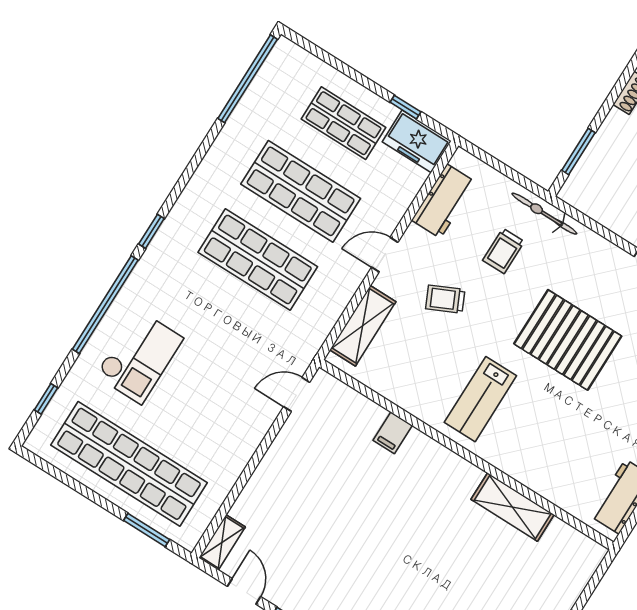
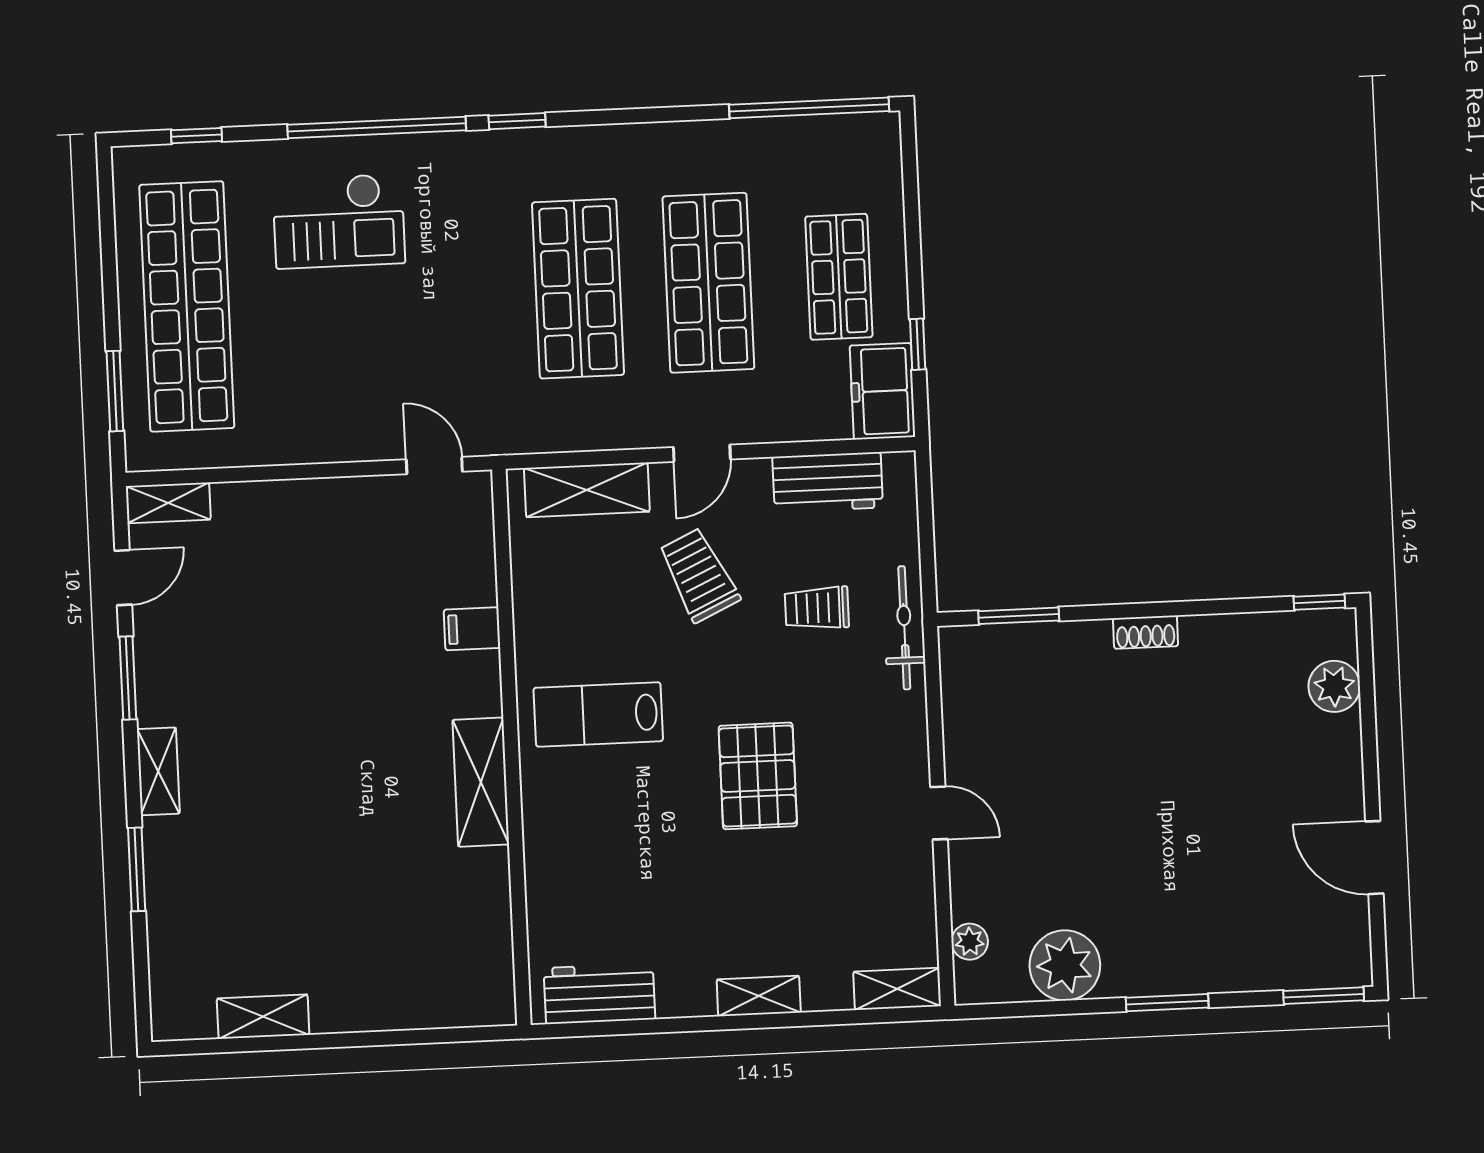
door: (385, 255) -> (702, 453), swing flipped
trolley: (445, 299) -> (699, 575), width x1.36, depth x1.39
pallet: (568, 340) -> (758, 776), width x0.73, depth x0.71
shelving: (513, 507) -> (481, 782), moved

